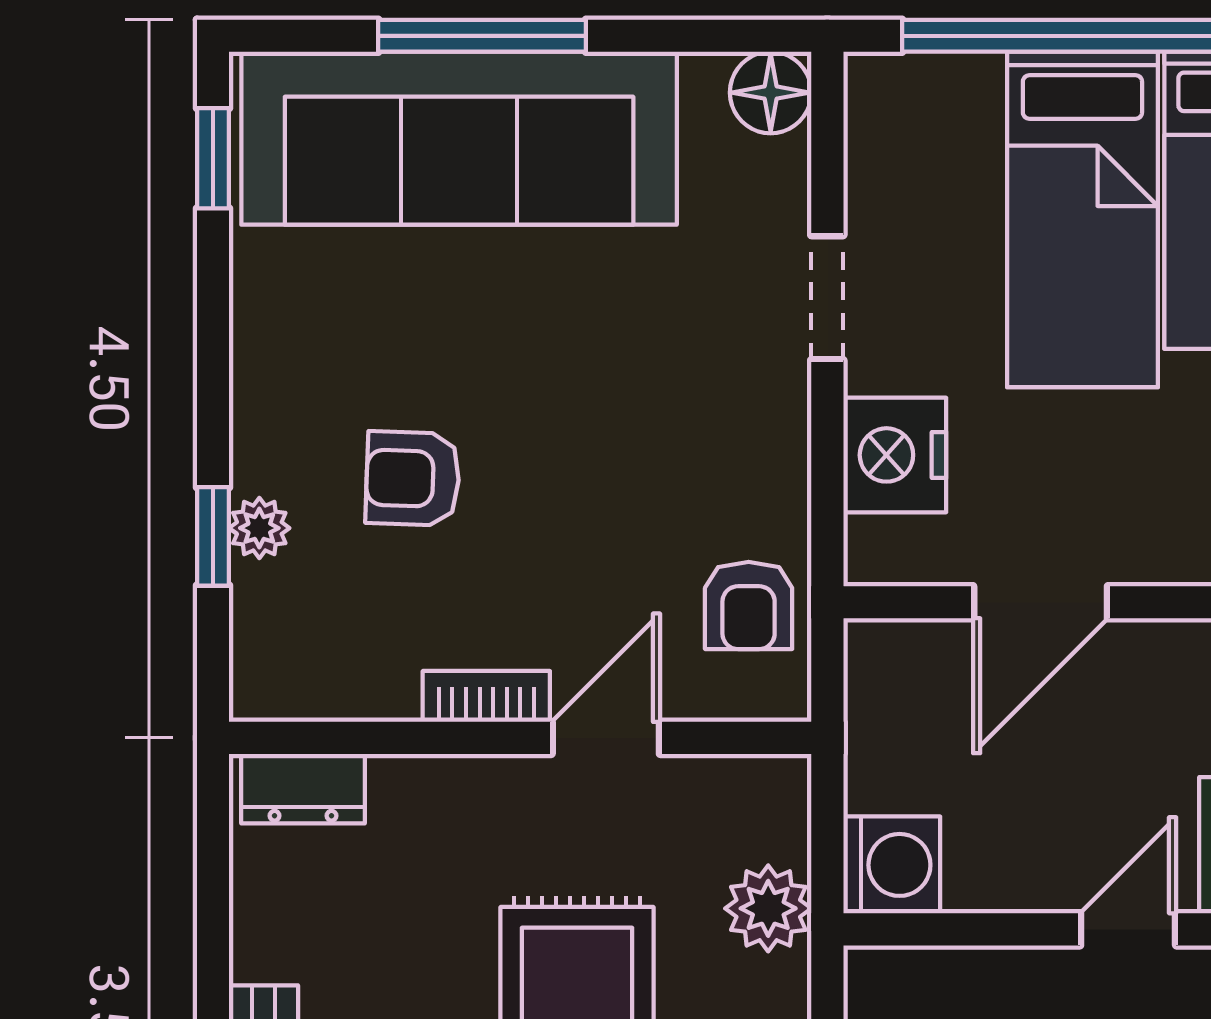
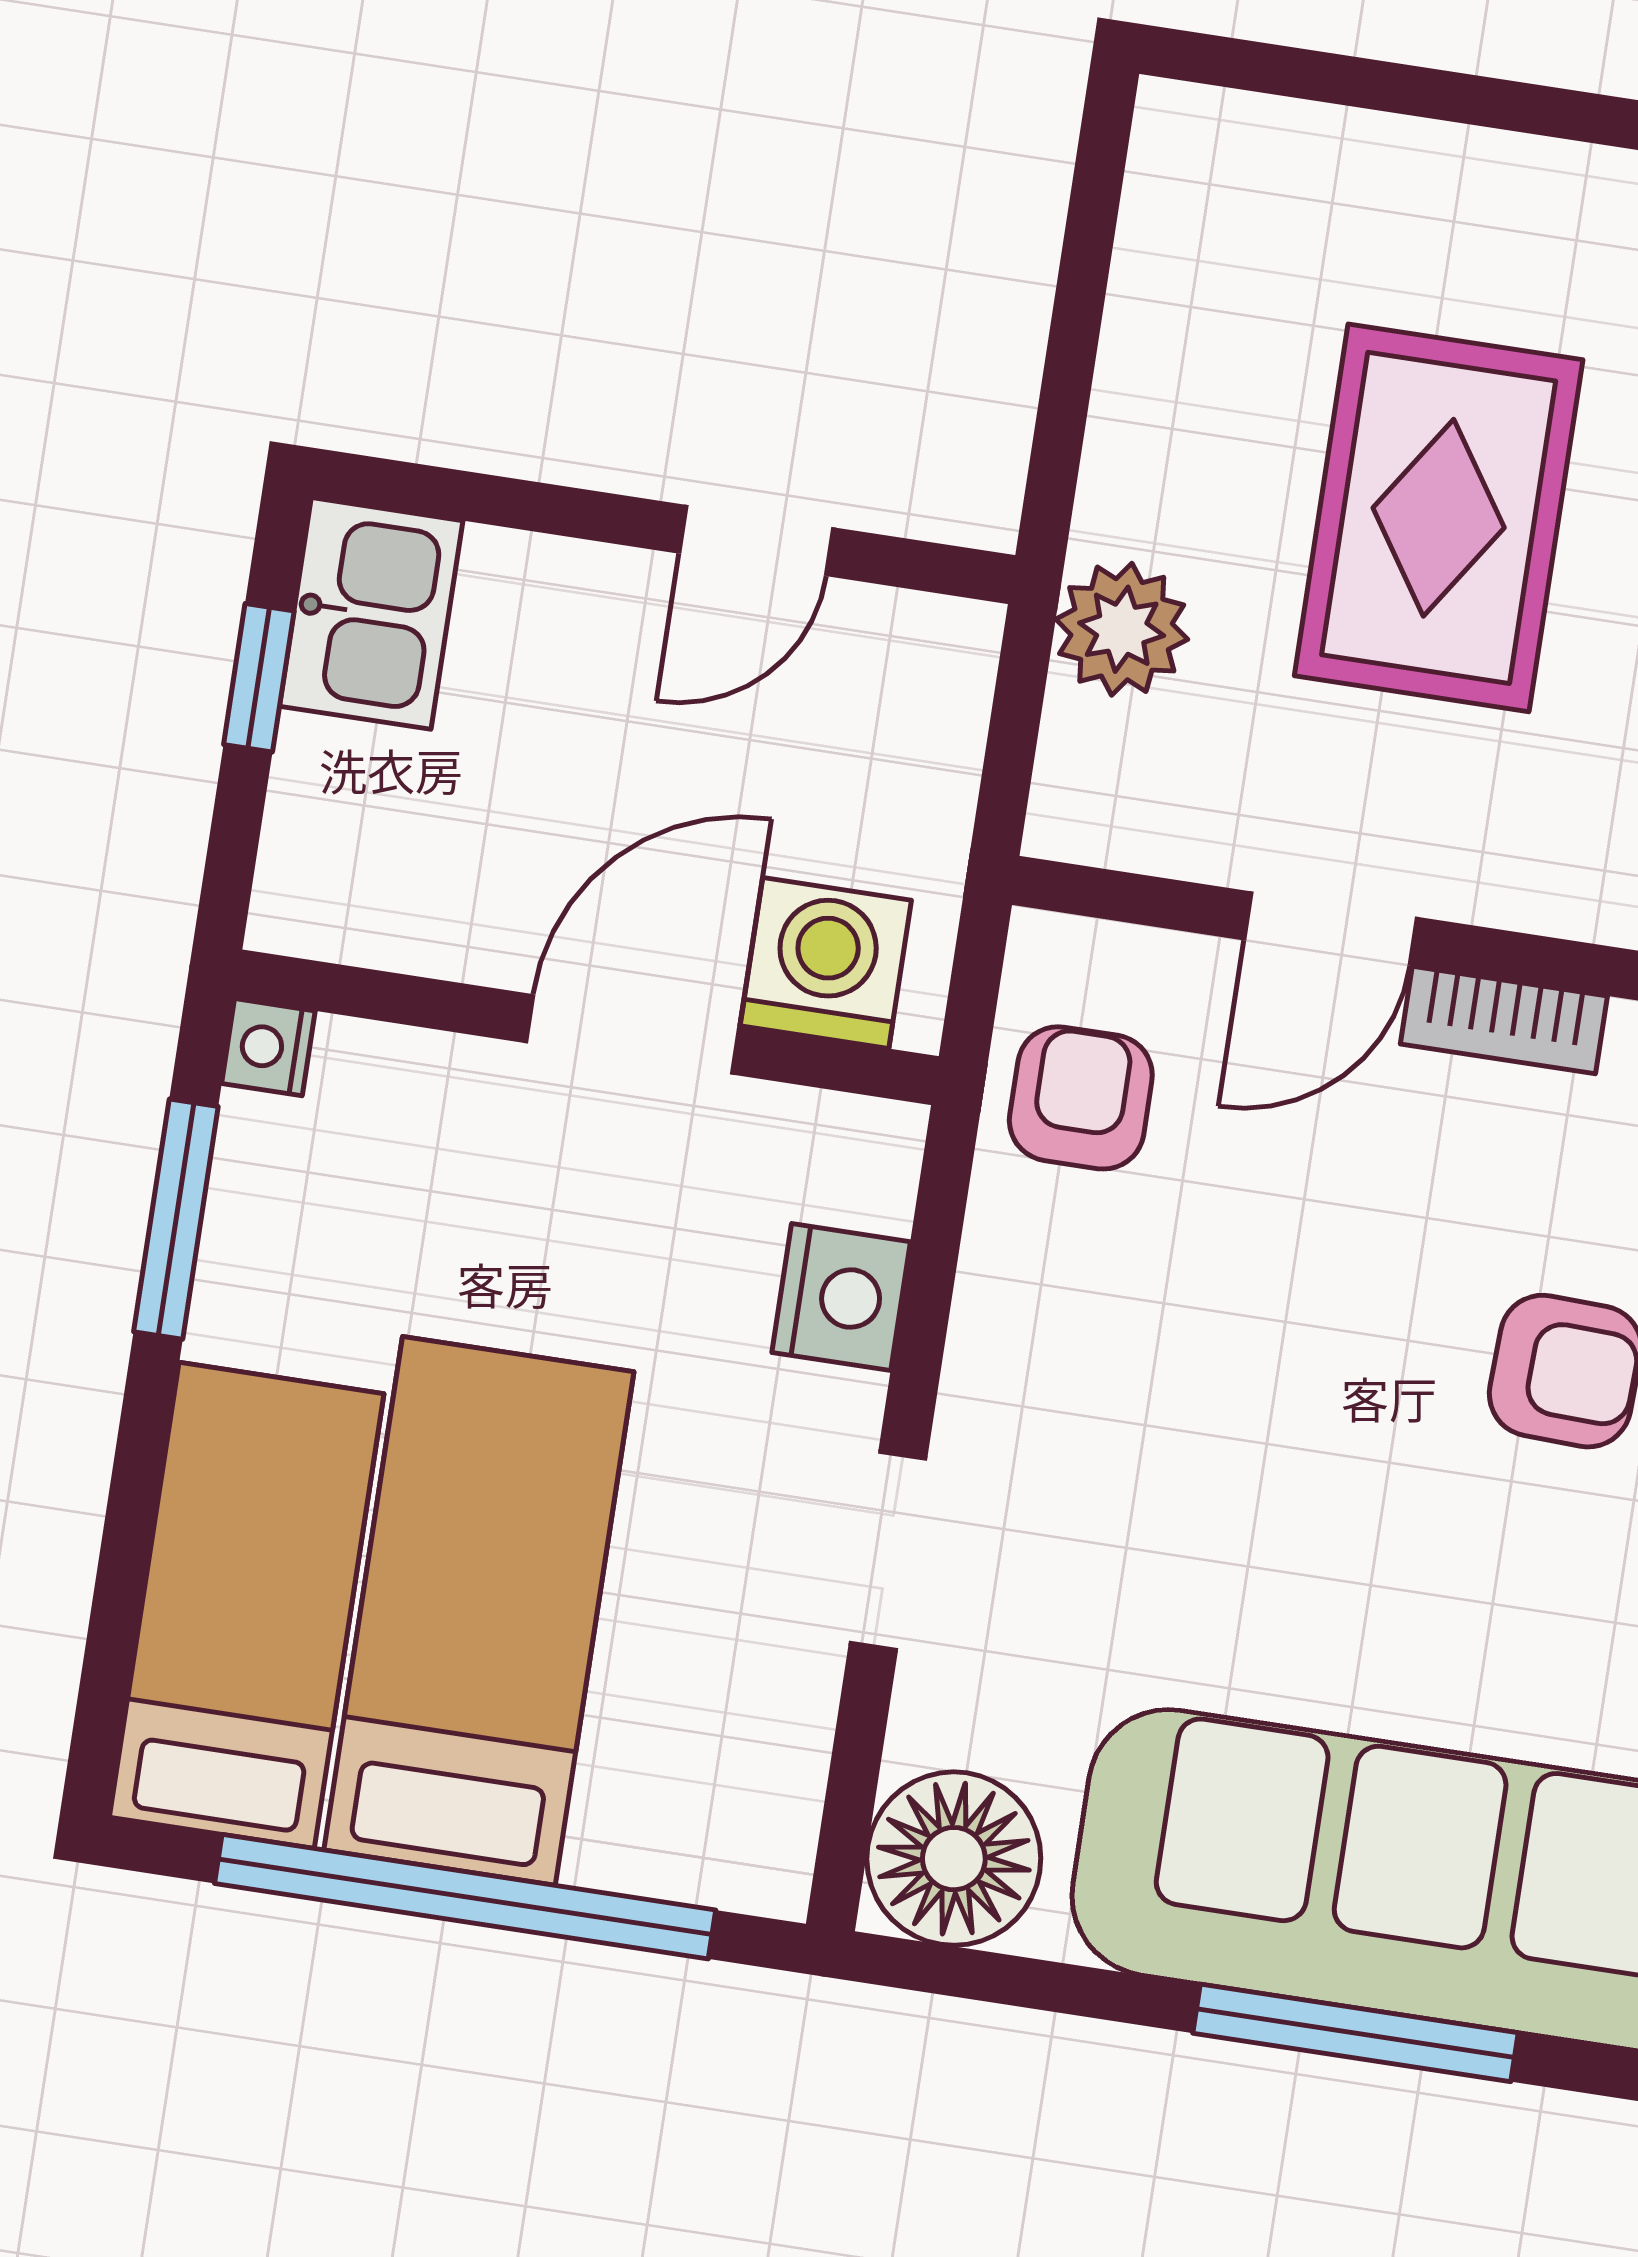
floor lamp: (771, 93) -> (954, 1859), width x1.38, depth x1.38
nightstand: (895, 455) -> (841, 1297), width x0.74, depth x0.75
washing machine: (892, 865) -> (826, 963), moved, turned 90
door: (1128, 929) -> (756, 540), moved

